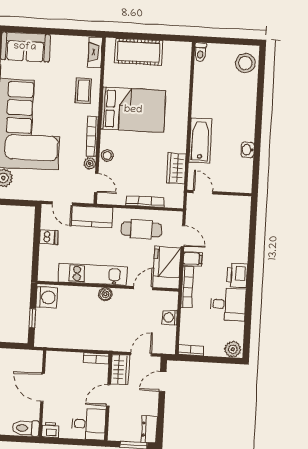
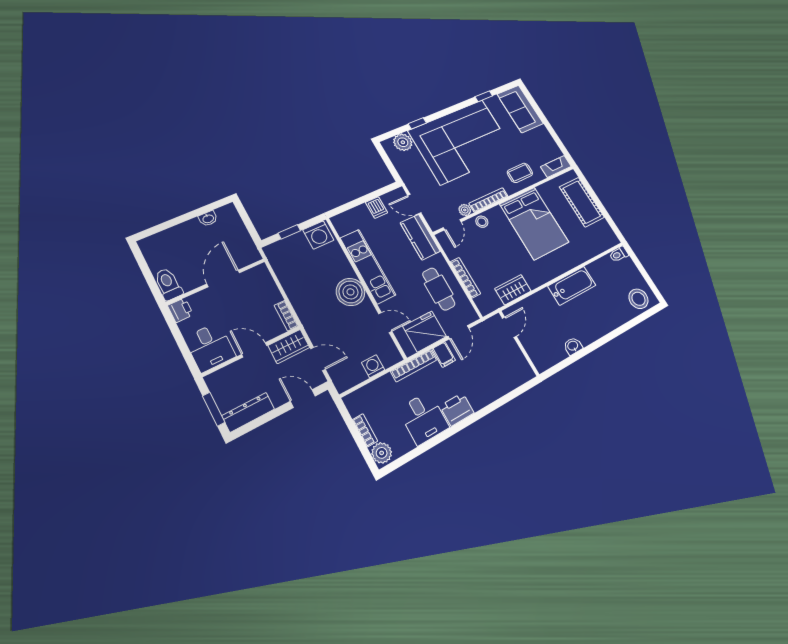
bathtub: (200, 140) -> (572, 286), moved
door: (62, 203) -> (414, 204), hinge flipped
boiler: (105, 294) -> (350, 292), width x1.86, depth x1.86
bookcase: (191, 350) -> (365, 430), moved
dresser: (149, 429) -> (248, 412), width x1.44

